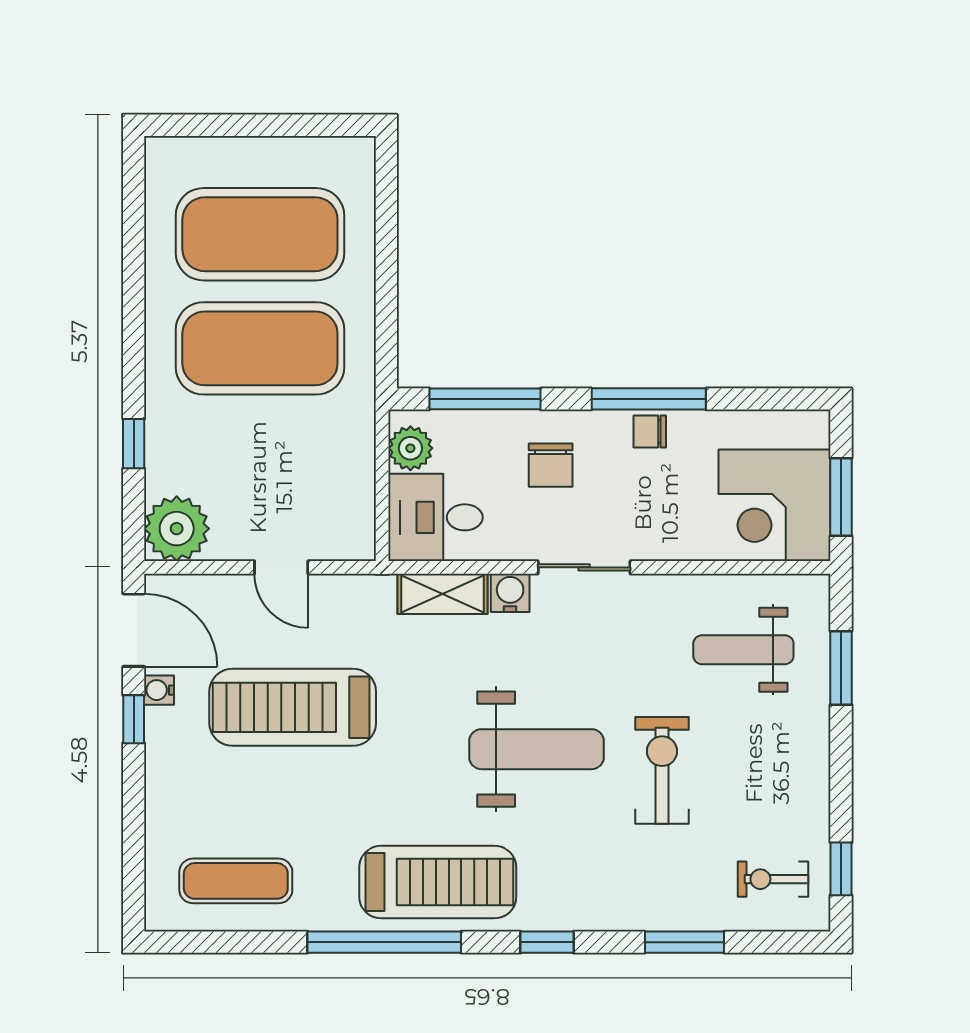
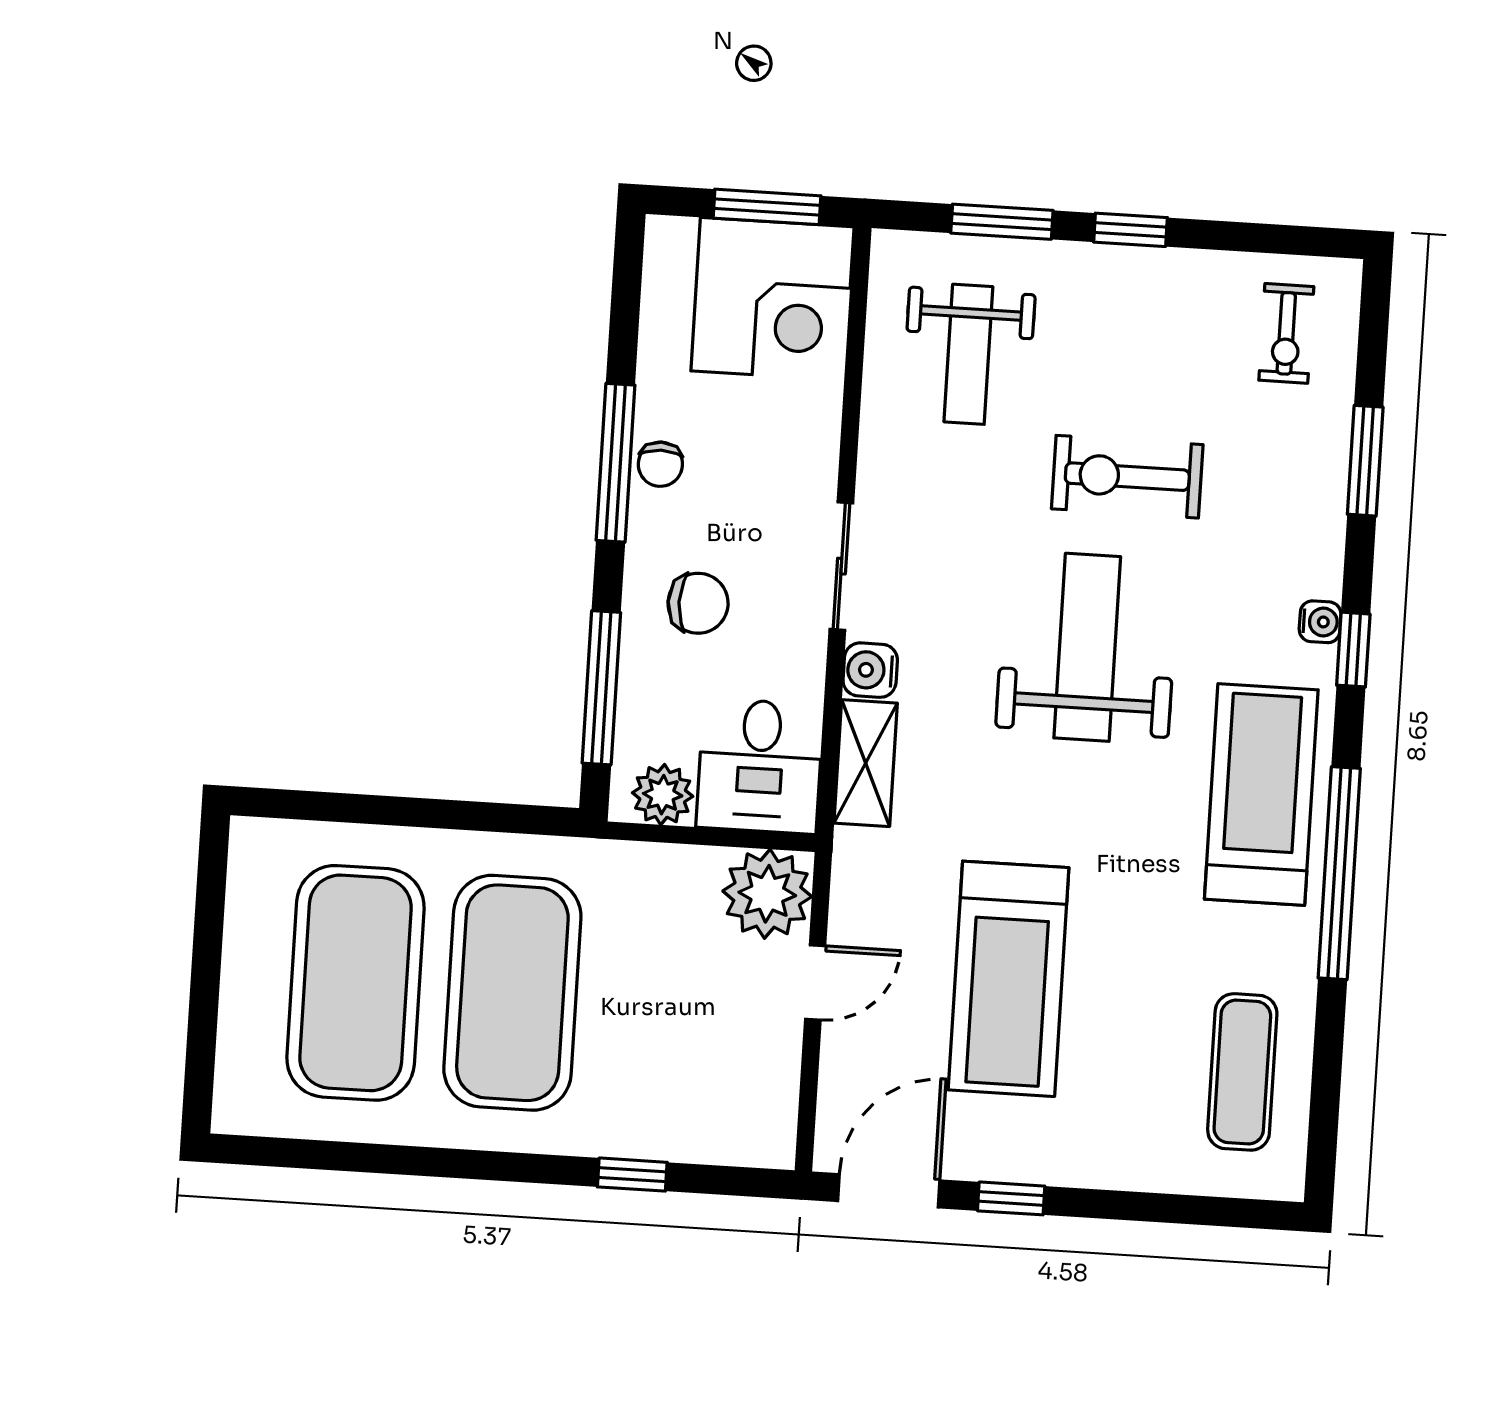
plant: (177, 529) -> (767, 894), moved
water cooler: (159, 690) -> (1320, 622), moved, turned -90
window: (841, 869) -> (1130, 230), moved

